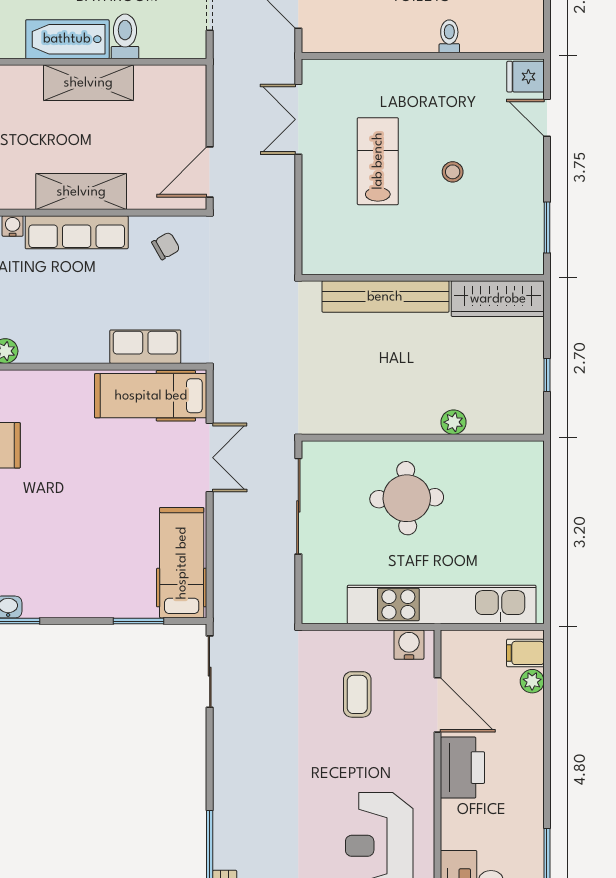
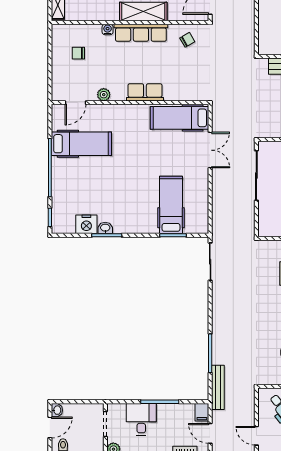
row of seats: (145, 347) -> (145, 92), moved
hospital bed: (182, 563) -> (171, 205), moved

